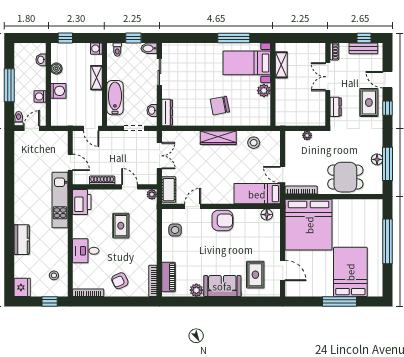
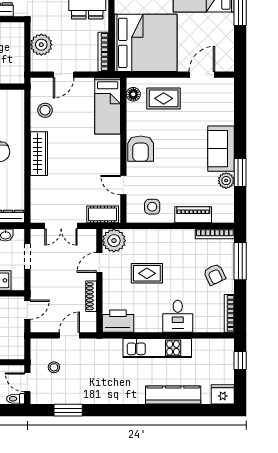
plant: (307, 135) -> (41, 45), width x1.88, depth x1.88
double door: (159, 156) -> (61, 226), swing flipped
window: (9, 162) -> (68, 410), added
door: (283, 175) -> (64, 75), moved
plant: (152, 194) -> (114, 241), width x1.87, depth x1.87
kitchen unit: (60, 200) -> (157, 348), moved
armchair: (222, 220) -> (141, 149), turned 180
kitchen counter: (22, 240) -> (173, 395), width x1.50
stool: (54, 275) -> (54, 367), moved
rug: (255, 275) -> (164, 98), moved
piano: (168, 277) -> (193, 215), moved
window: (131, 302) -> (240, 261), added
window: (203, 302) -> (240, 173), added

